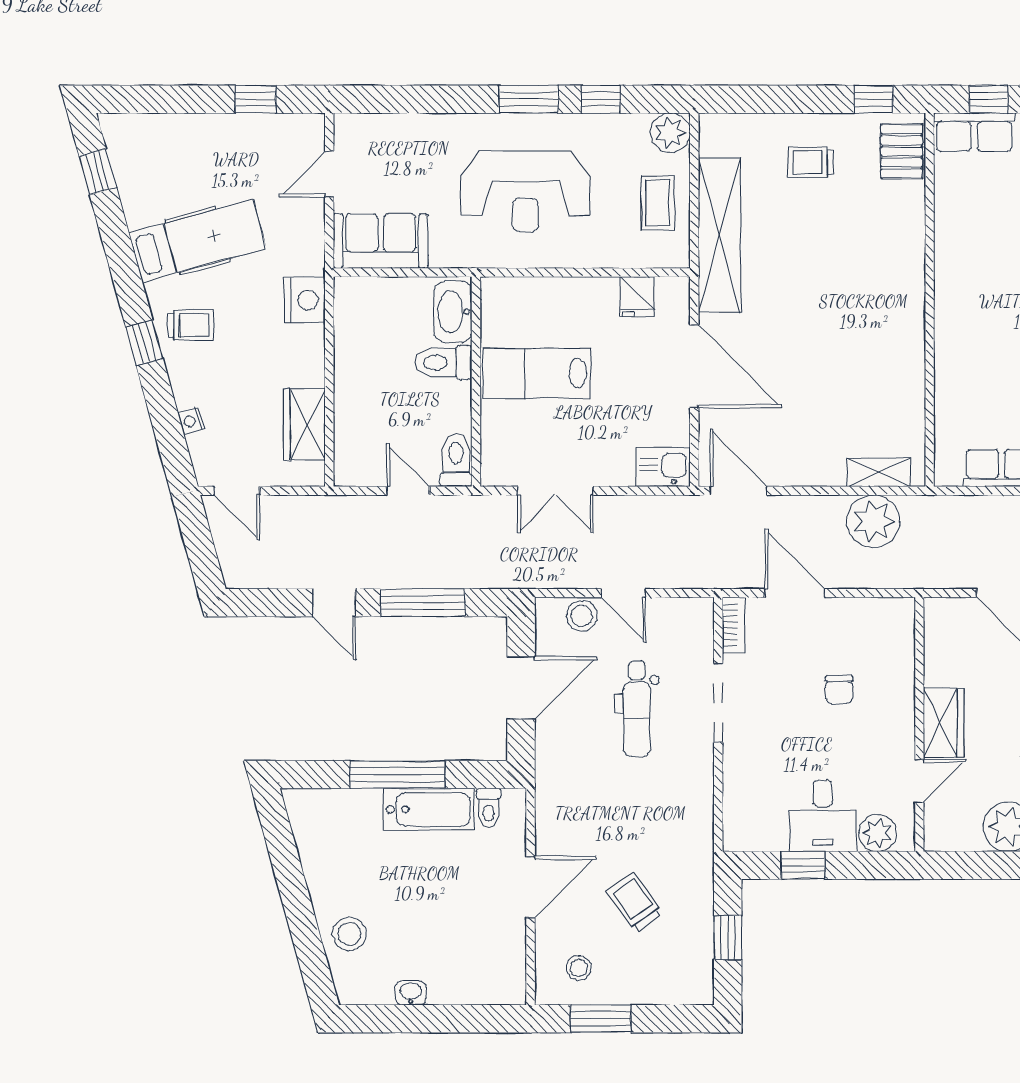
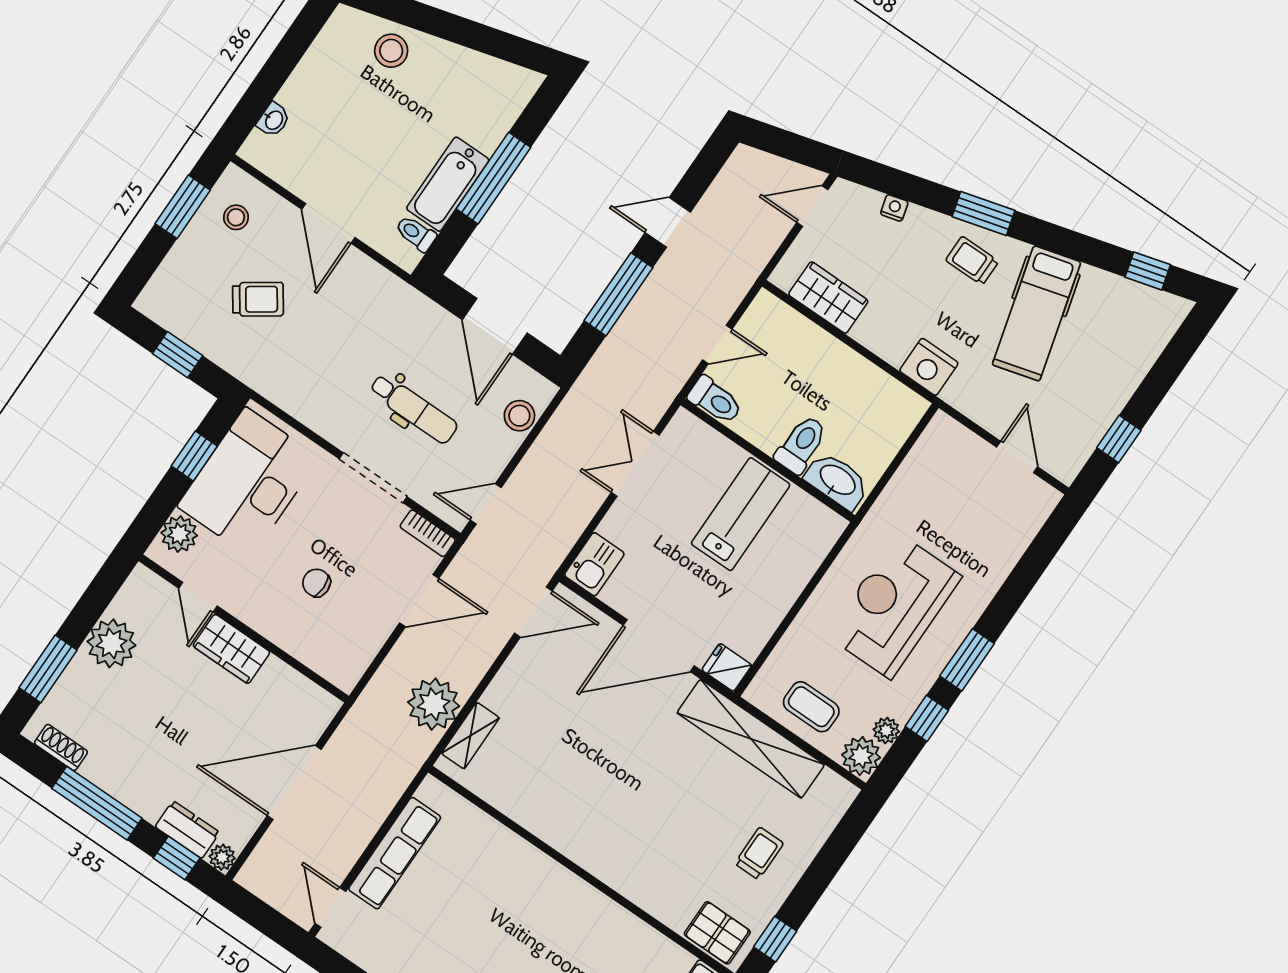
plant: (634, 126) -> (886, 730), added
sofa: (381, 241) -> (934, 461), removed
fridge: (637, 297) -> (727, 667), moved
trolley: (191, 325) -> (972, 261), turned 90
window: (144, 343) -> (984, 214), width x1.50
door: (623, 593) -> (486, 504), moved
dental chair: (637, 709) -> (414, 409), turned 180
desk: (823, 816) -> (248, 482), width x1.87, depth x1.30
washbasin: (411, 993) -> (274, 120), moved

